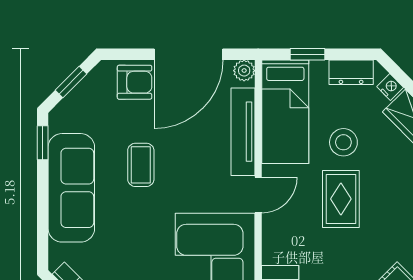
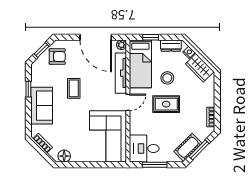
door: (188, 54) -> (96, 37), hinge flipped
armchair: (135, 82) -> (57, 57), moved
window: (43, 143) -> (28, 89), moved
sofa: (71, 188) -> (42, 106), width x0.73
rug: (341, 199) -> (166, 104), turned 90

